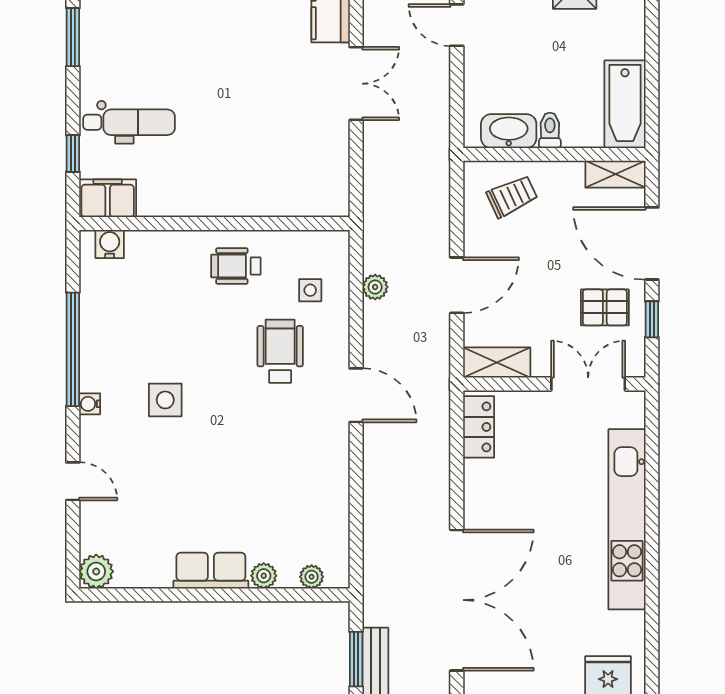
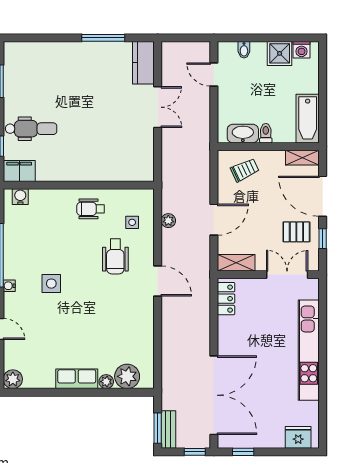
wheelchair: (280, 351) -> (115, 256), turned 180
plant: (312, 577) -> (127, 376), width x1.88, depth x1.88

